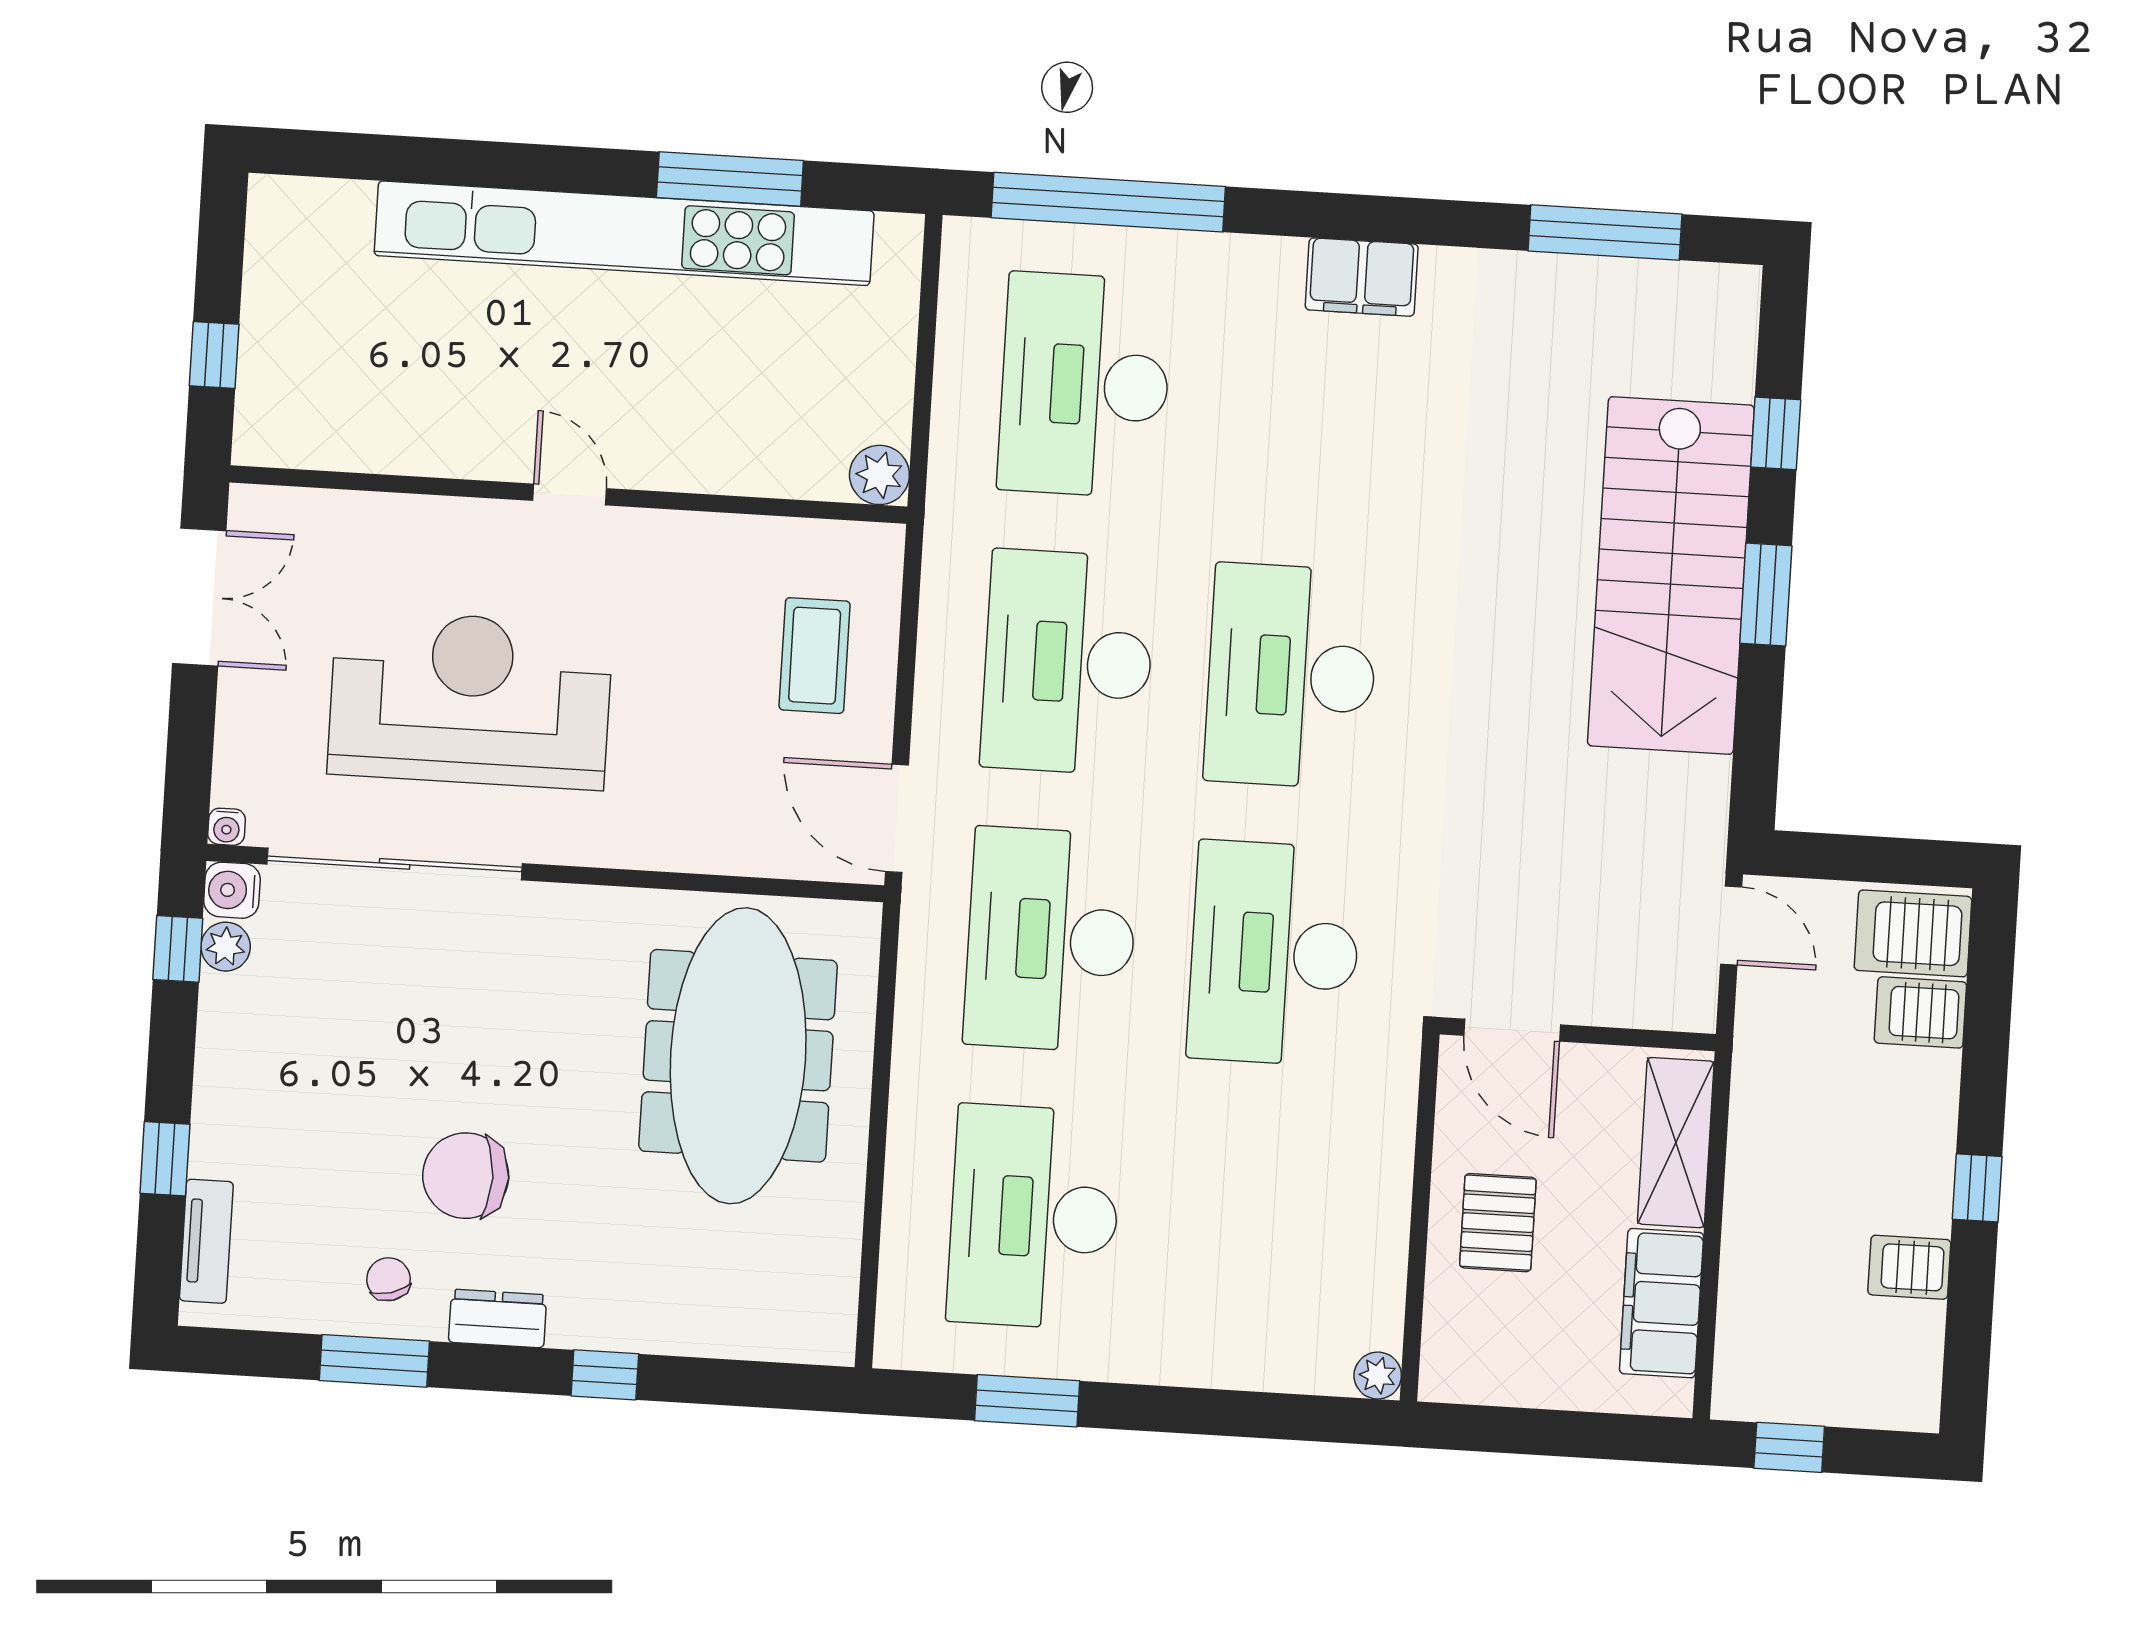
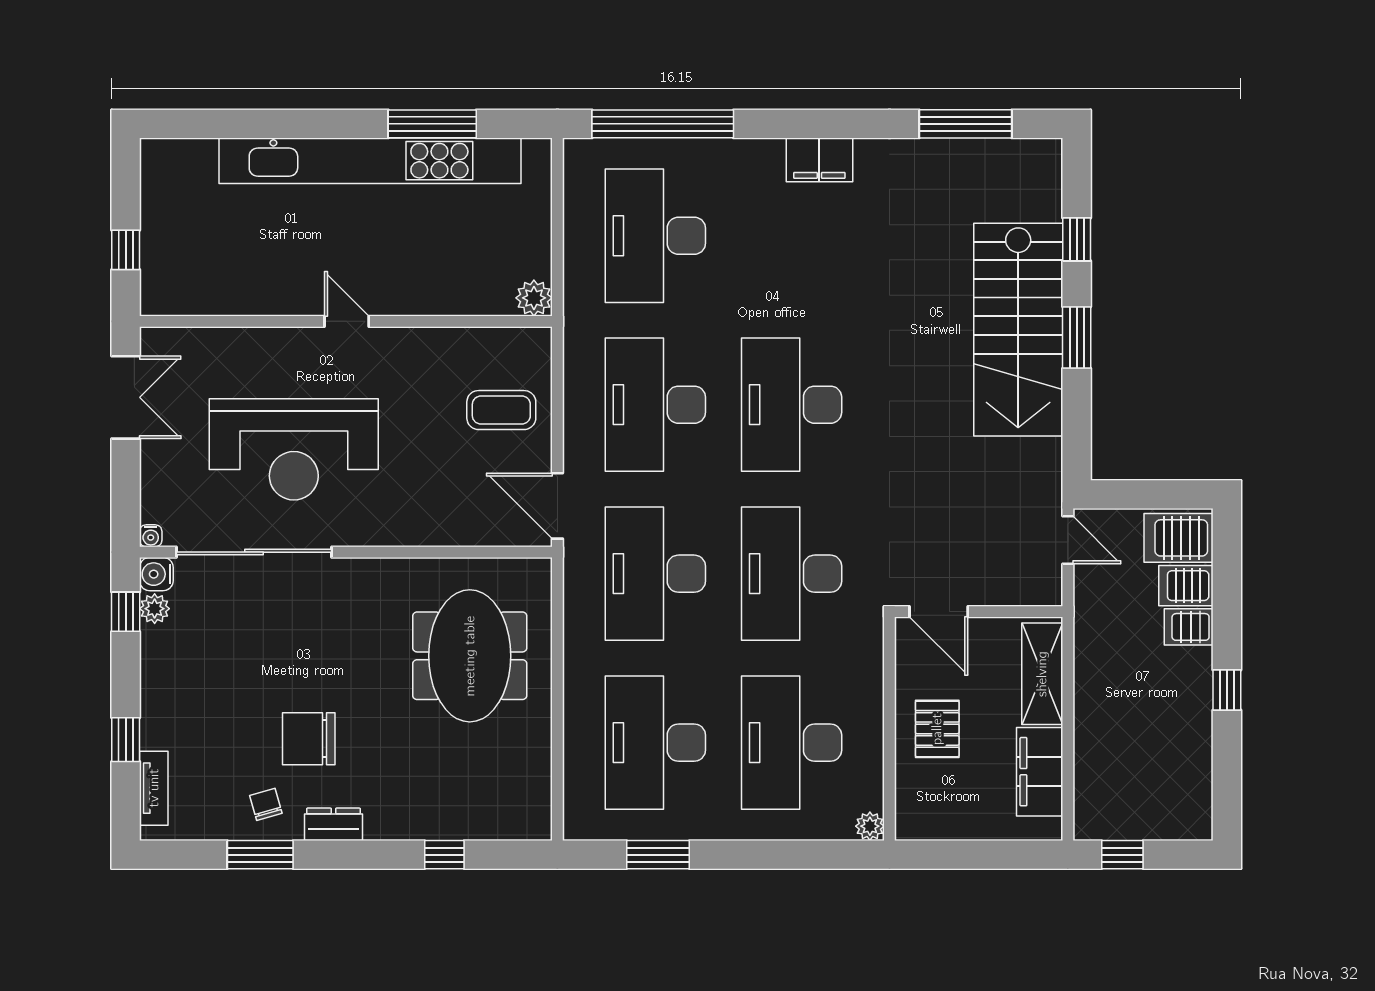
coffee table: (815, 656) -> (501, 410), turned 90
reception desk: (470, 699) -> (294, 449), turned 180
meeting table: (738, 1056) -> (470, 656), width x0.73
desk: (1257, 1231) -> (792, 743), added
server rack: (1909, 1267) -> (1189, 627), moved
window: (605, 1375) -> (444, 855), moved

